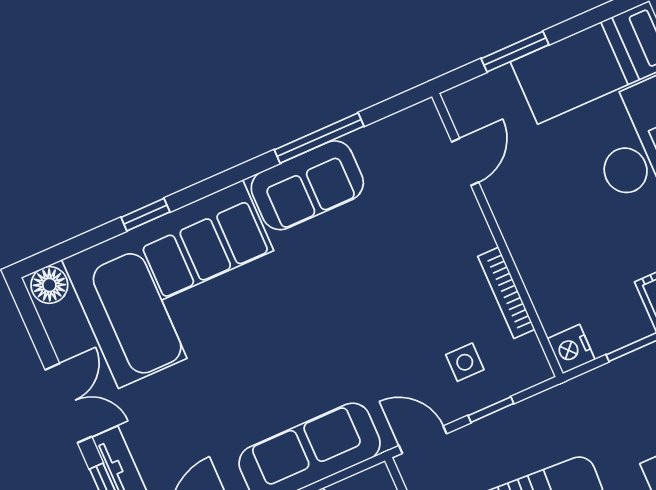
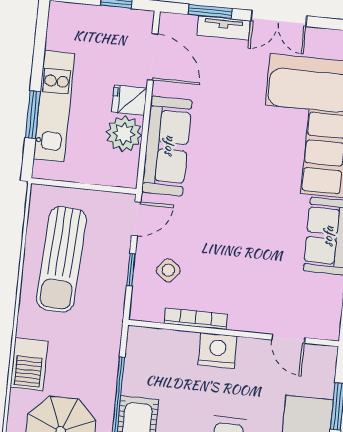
nightstand: (571, 349) -> (218, 350), moved, width x1.36, depth x1.33
side table: (465, 362) -> (168, 270), turned 37

